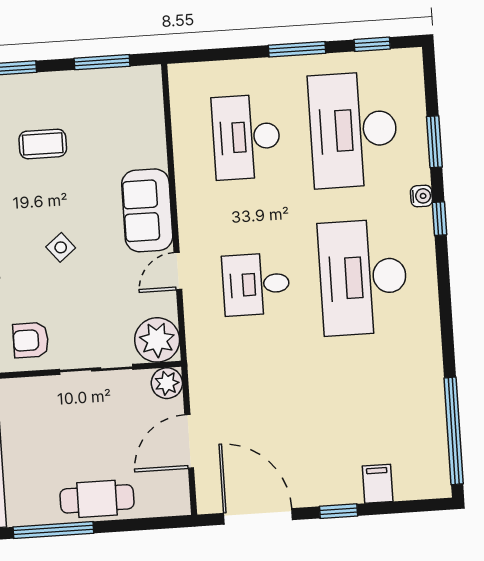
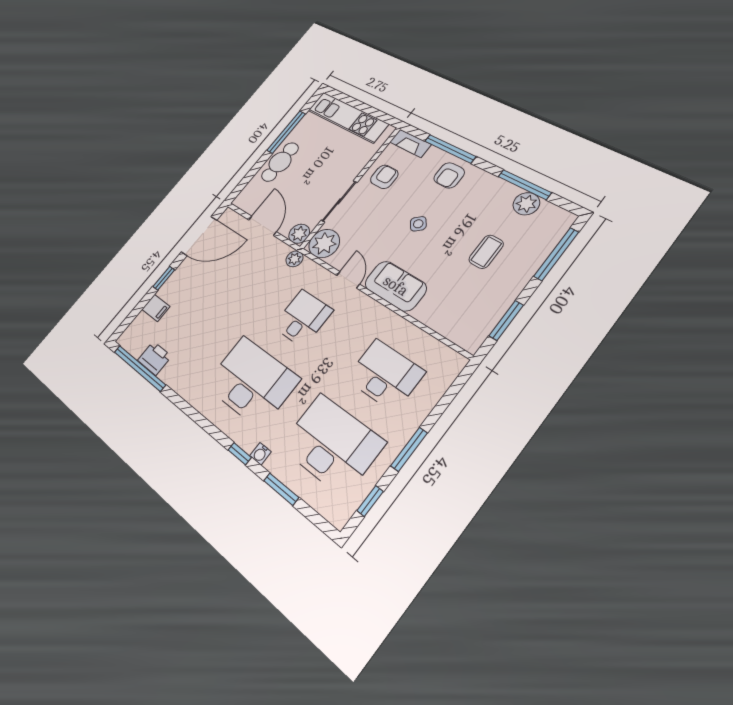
plant: (199, 360) -> (294, 259), added
printer: (430, 423) -> (154, 358), added

